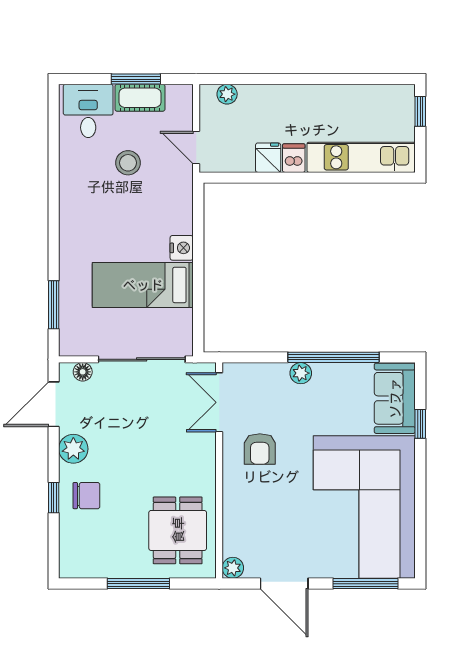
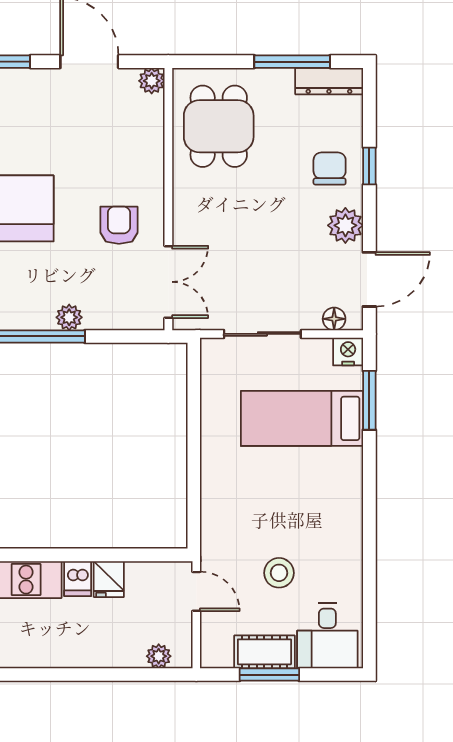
nightstand: (182, 248) -> (348, 352), moved, turned 90
bed: (143, 285) -> (302, 418), moved, turned 180
sliding door: (142, 359) -> (262, 334), width x0.73
chair: (86, 496) -> (330, 169), turned 90
dresser: (87, 568) -> (329, 81), added
window: (138, 584) -> (292, 62), moved

